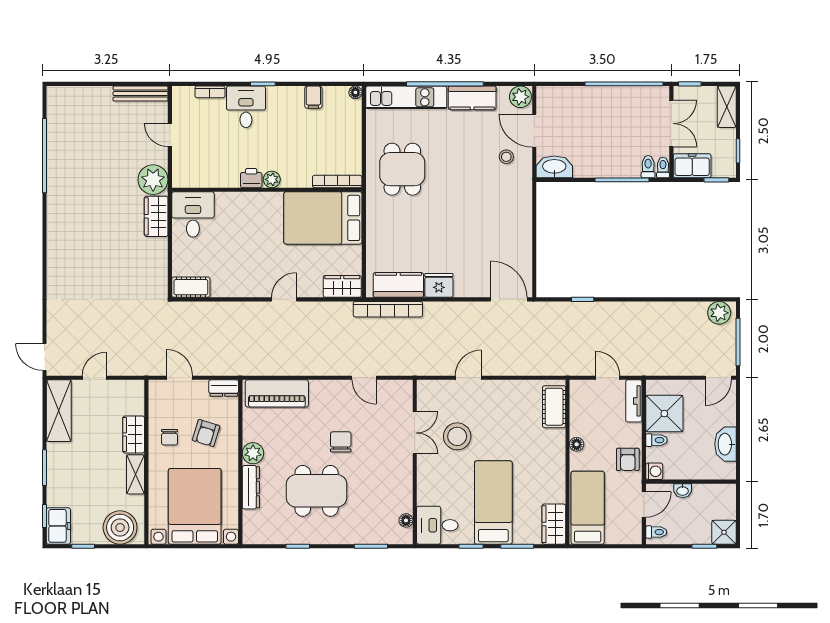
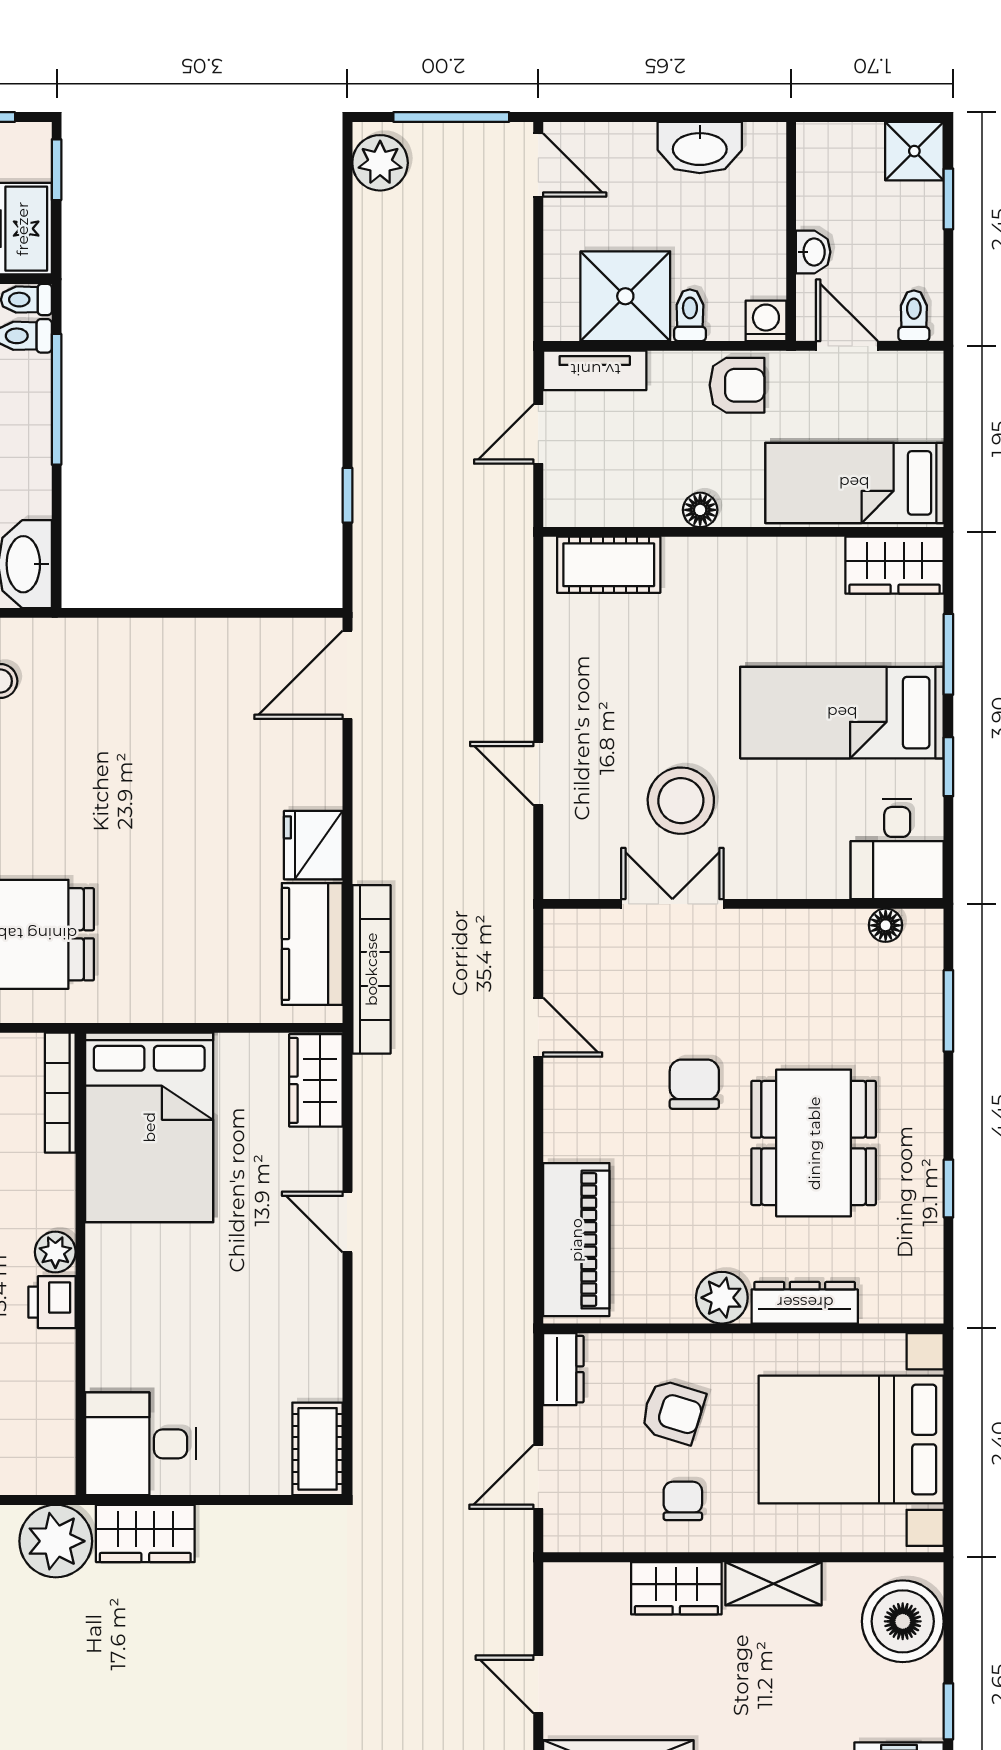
door: (364, 378) -> (538, 1027), hinge flipped
chair: (170, 437) -> (683, 1501), turned -90
chair: (341, 442) -> (694, 1084), turned 90

